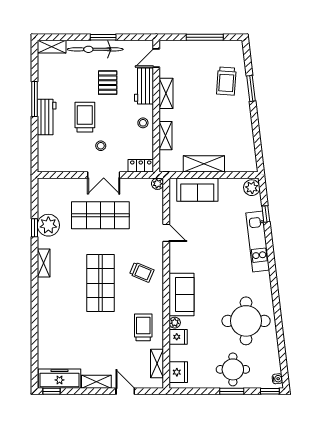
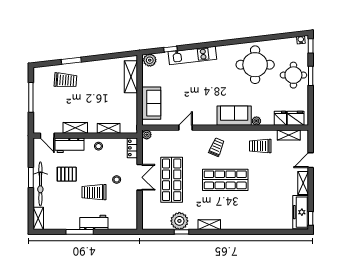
shelving: (204, 164) -> (131, 77), moved
fridge: (178, 337) -> (280, 118), moved

